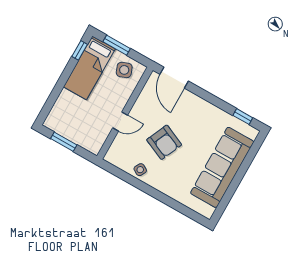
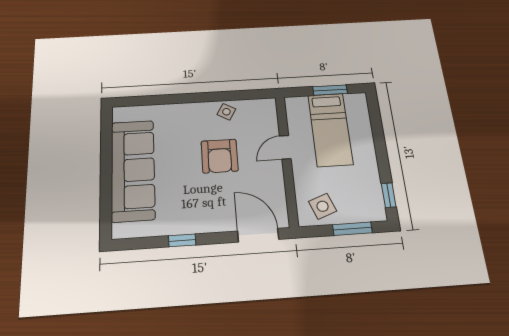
bed: (89, 68) -> (330, 130), moved, turned 180
window: (243, 117) -> (182, 240), moved
armchair: (164, 142) -> (220, 156), turned -114

